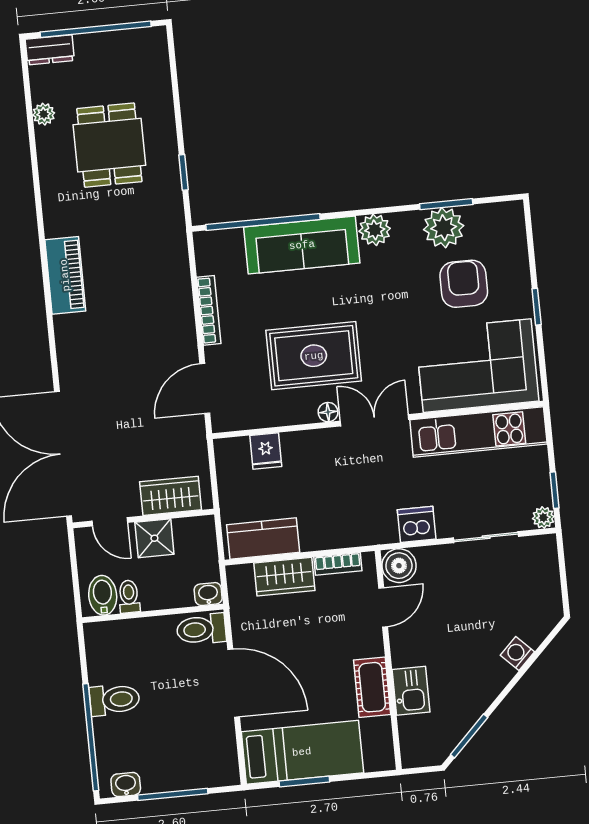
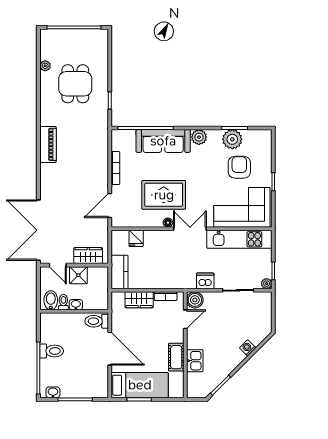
dresser: (50, 50) -> (51, 35), removed
kitchen counter: (263, 538) -> (120, 272), moved, turned 90
washbasin: (208, 594) -> (76, 305), moved

